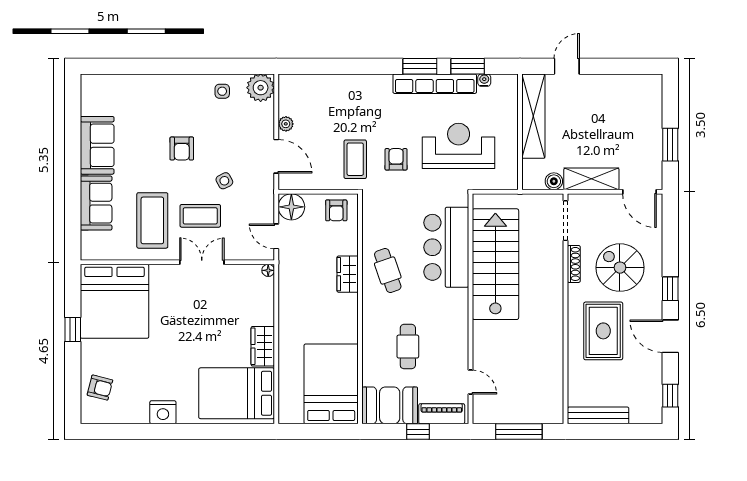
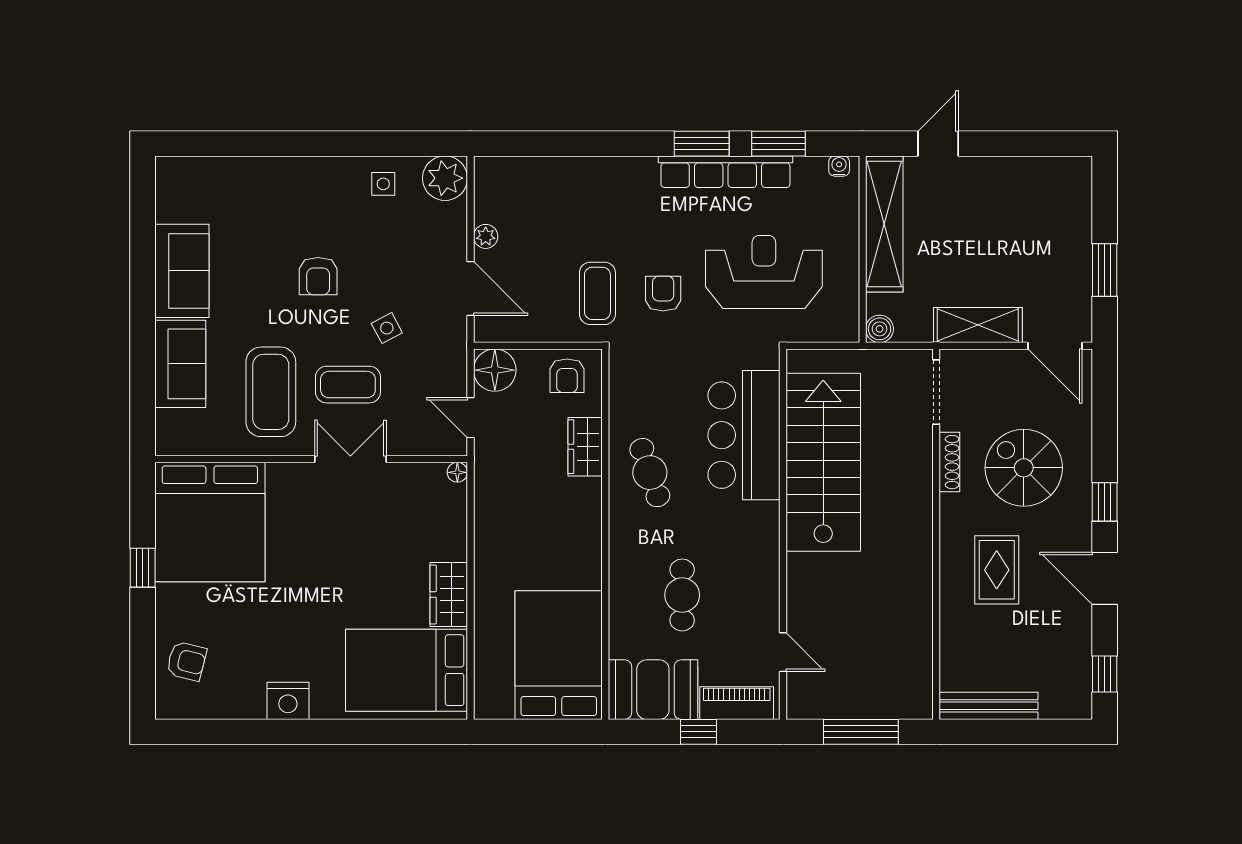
water cooler: (484, 80) -> (839, 166), moved
boiler: (554, 181) -> (880, 329), moved
wardrobe: (348, 274) -> (585, 447), moved
rug: (603, 331) -> (997, 570), width x0.73, depth x0.70

